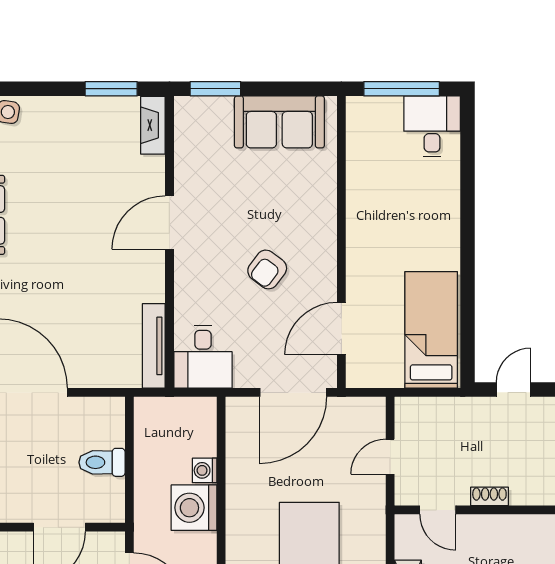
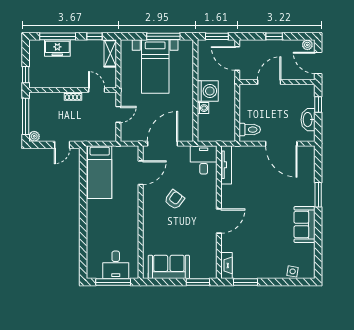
desk: (432, 126) -> (116, 265), moved
toilet: (102, 462) -> (250, 130), moved

